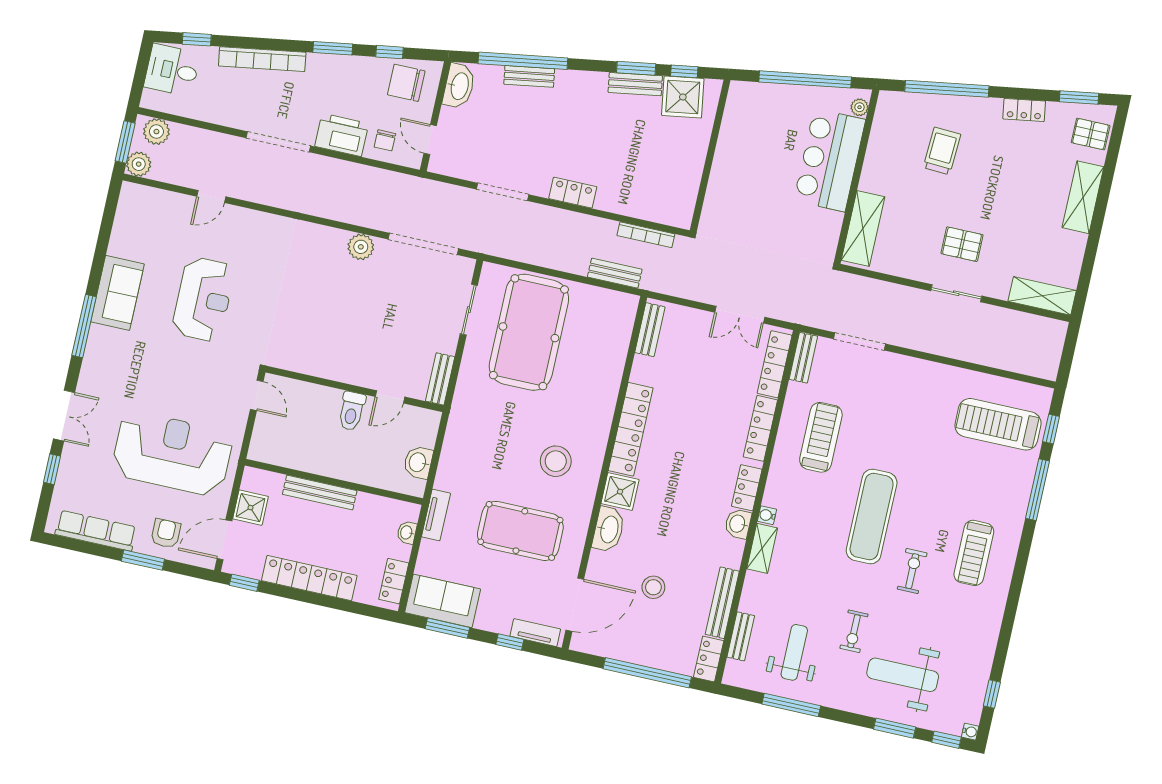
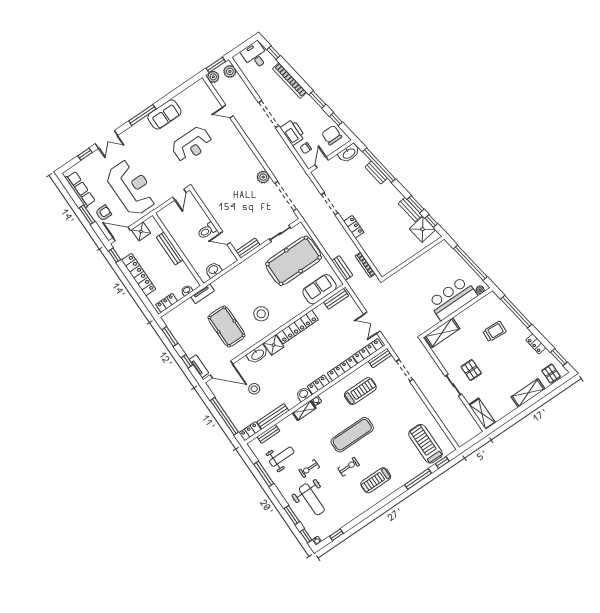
sofa: (443, 601) -> (320, 289), moved, turned -90
weight bench: (903, 675) -> (312, 499), turned 180

